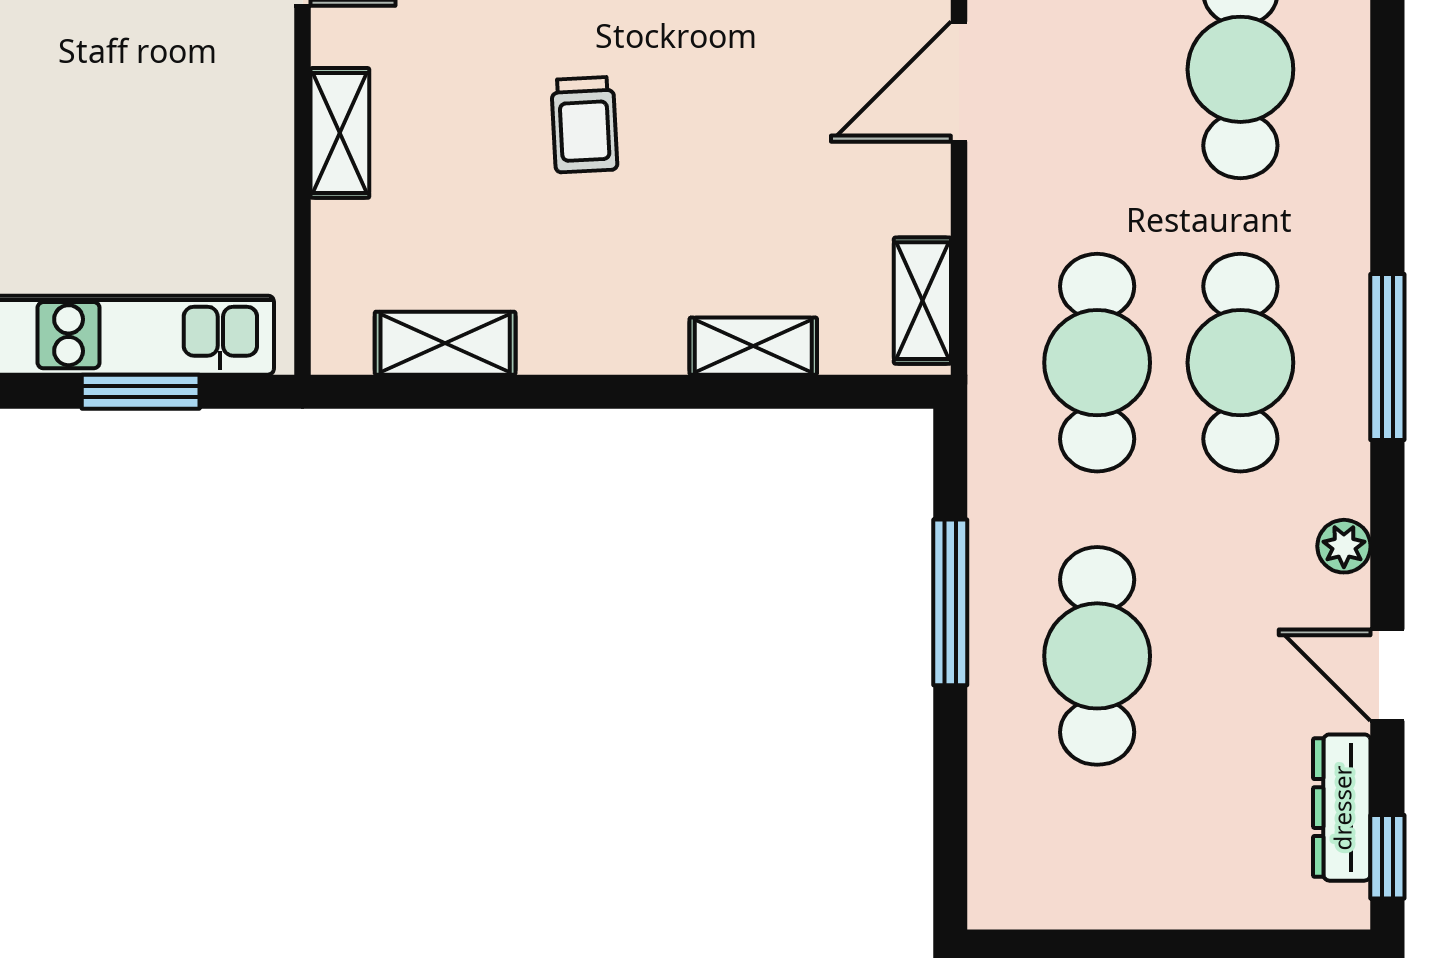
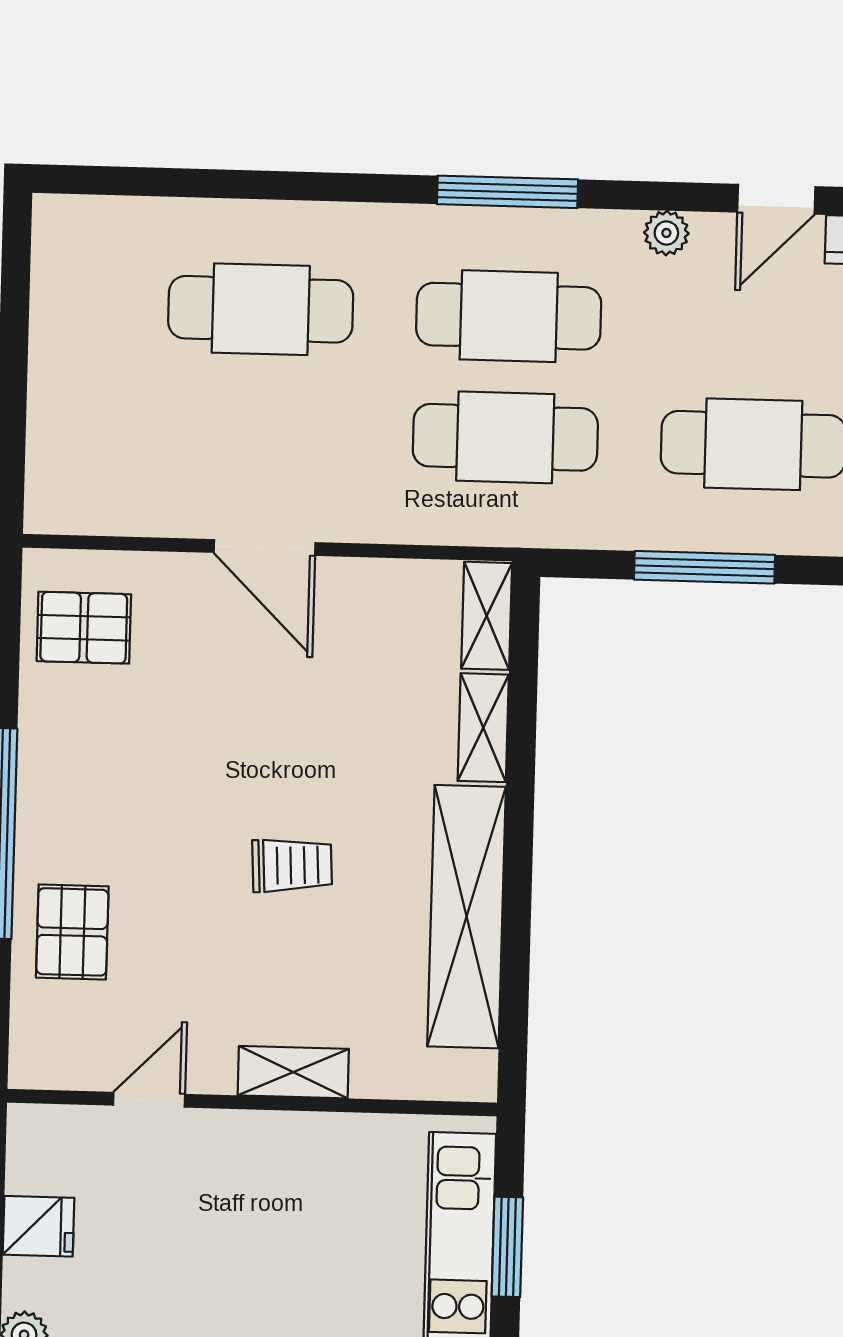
shelving: (922, 301) -> (487, 616), moved, turned 90
shelving: (445, 343) -> (467, 917), width x2.20, depth x1.33

